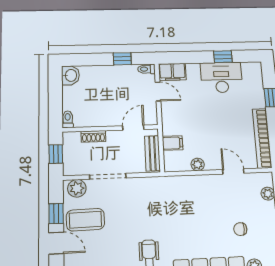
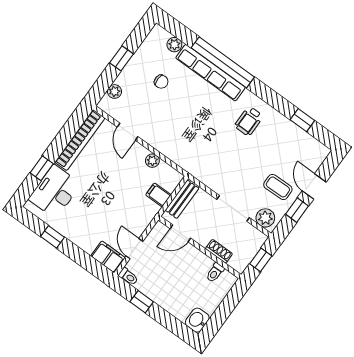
desk: (221, 77) -> (55, 192), moved, turned 90
toilet: (68, 119) -> (215, 273), moved
coffee table: (85, 220) -> (278, 187), width x0.73, depth x0.77

